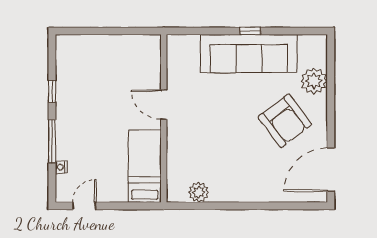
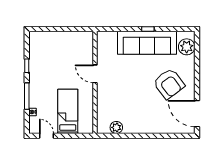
plant: (314, 81) -> (187, 47), moved
bed: (145, 166) -> (68, 111), moved
door: (331, 170) -> (197, 114), hinge flipped
door: (84, 206) -> (46, 136), hinge flipped

